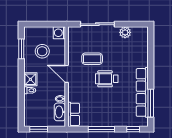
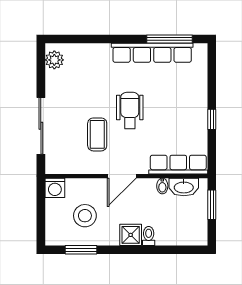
plant: (125, 32) -> (54, 60), moved
wheelchair: (107, 79) -> (130, 110), turned 180
row of seats: (74, 114) -> (178, 165), width x1.48
window: (39, 129) -> (212, 205), moved
window: (101, 129) -> (212, 119), width x0.46
window: (133, 129) -> (212, 68), removed

